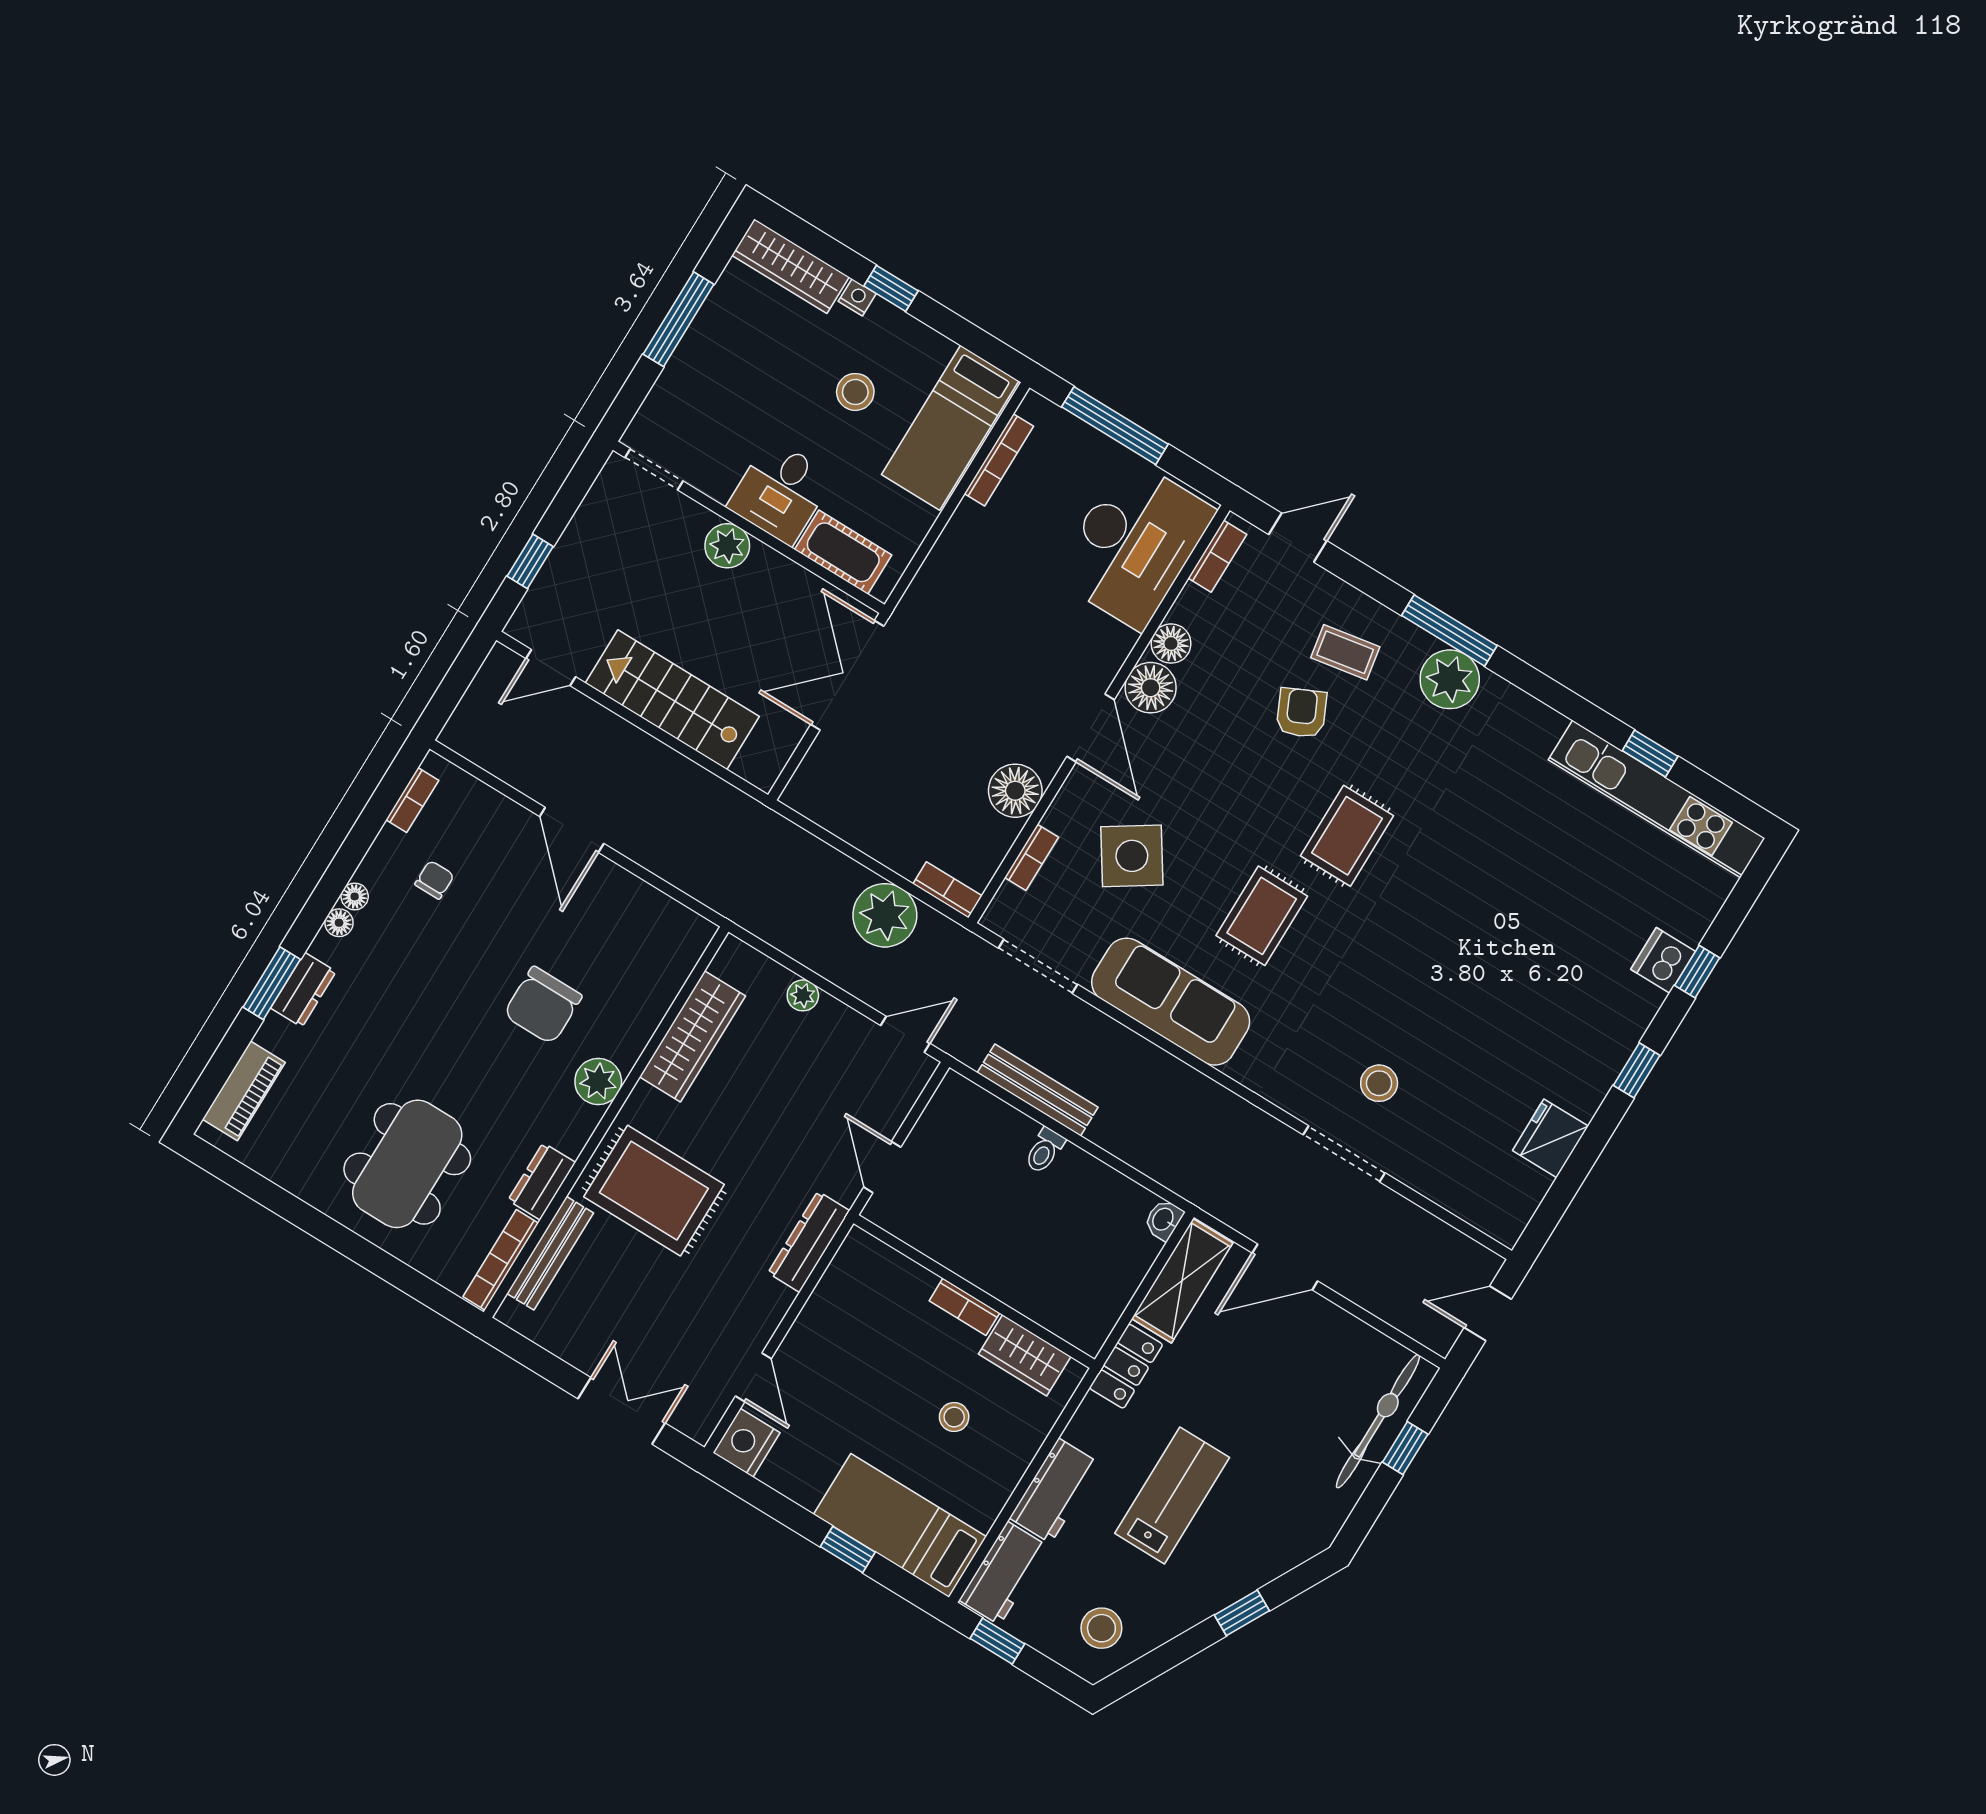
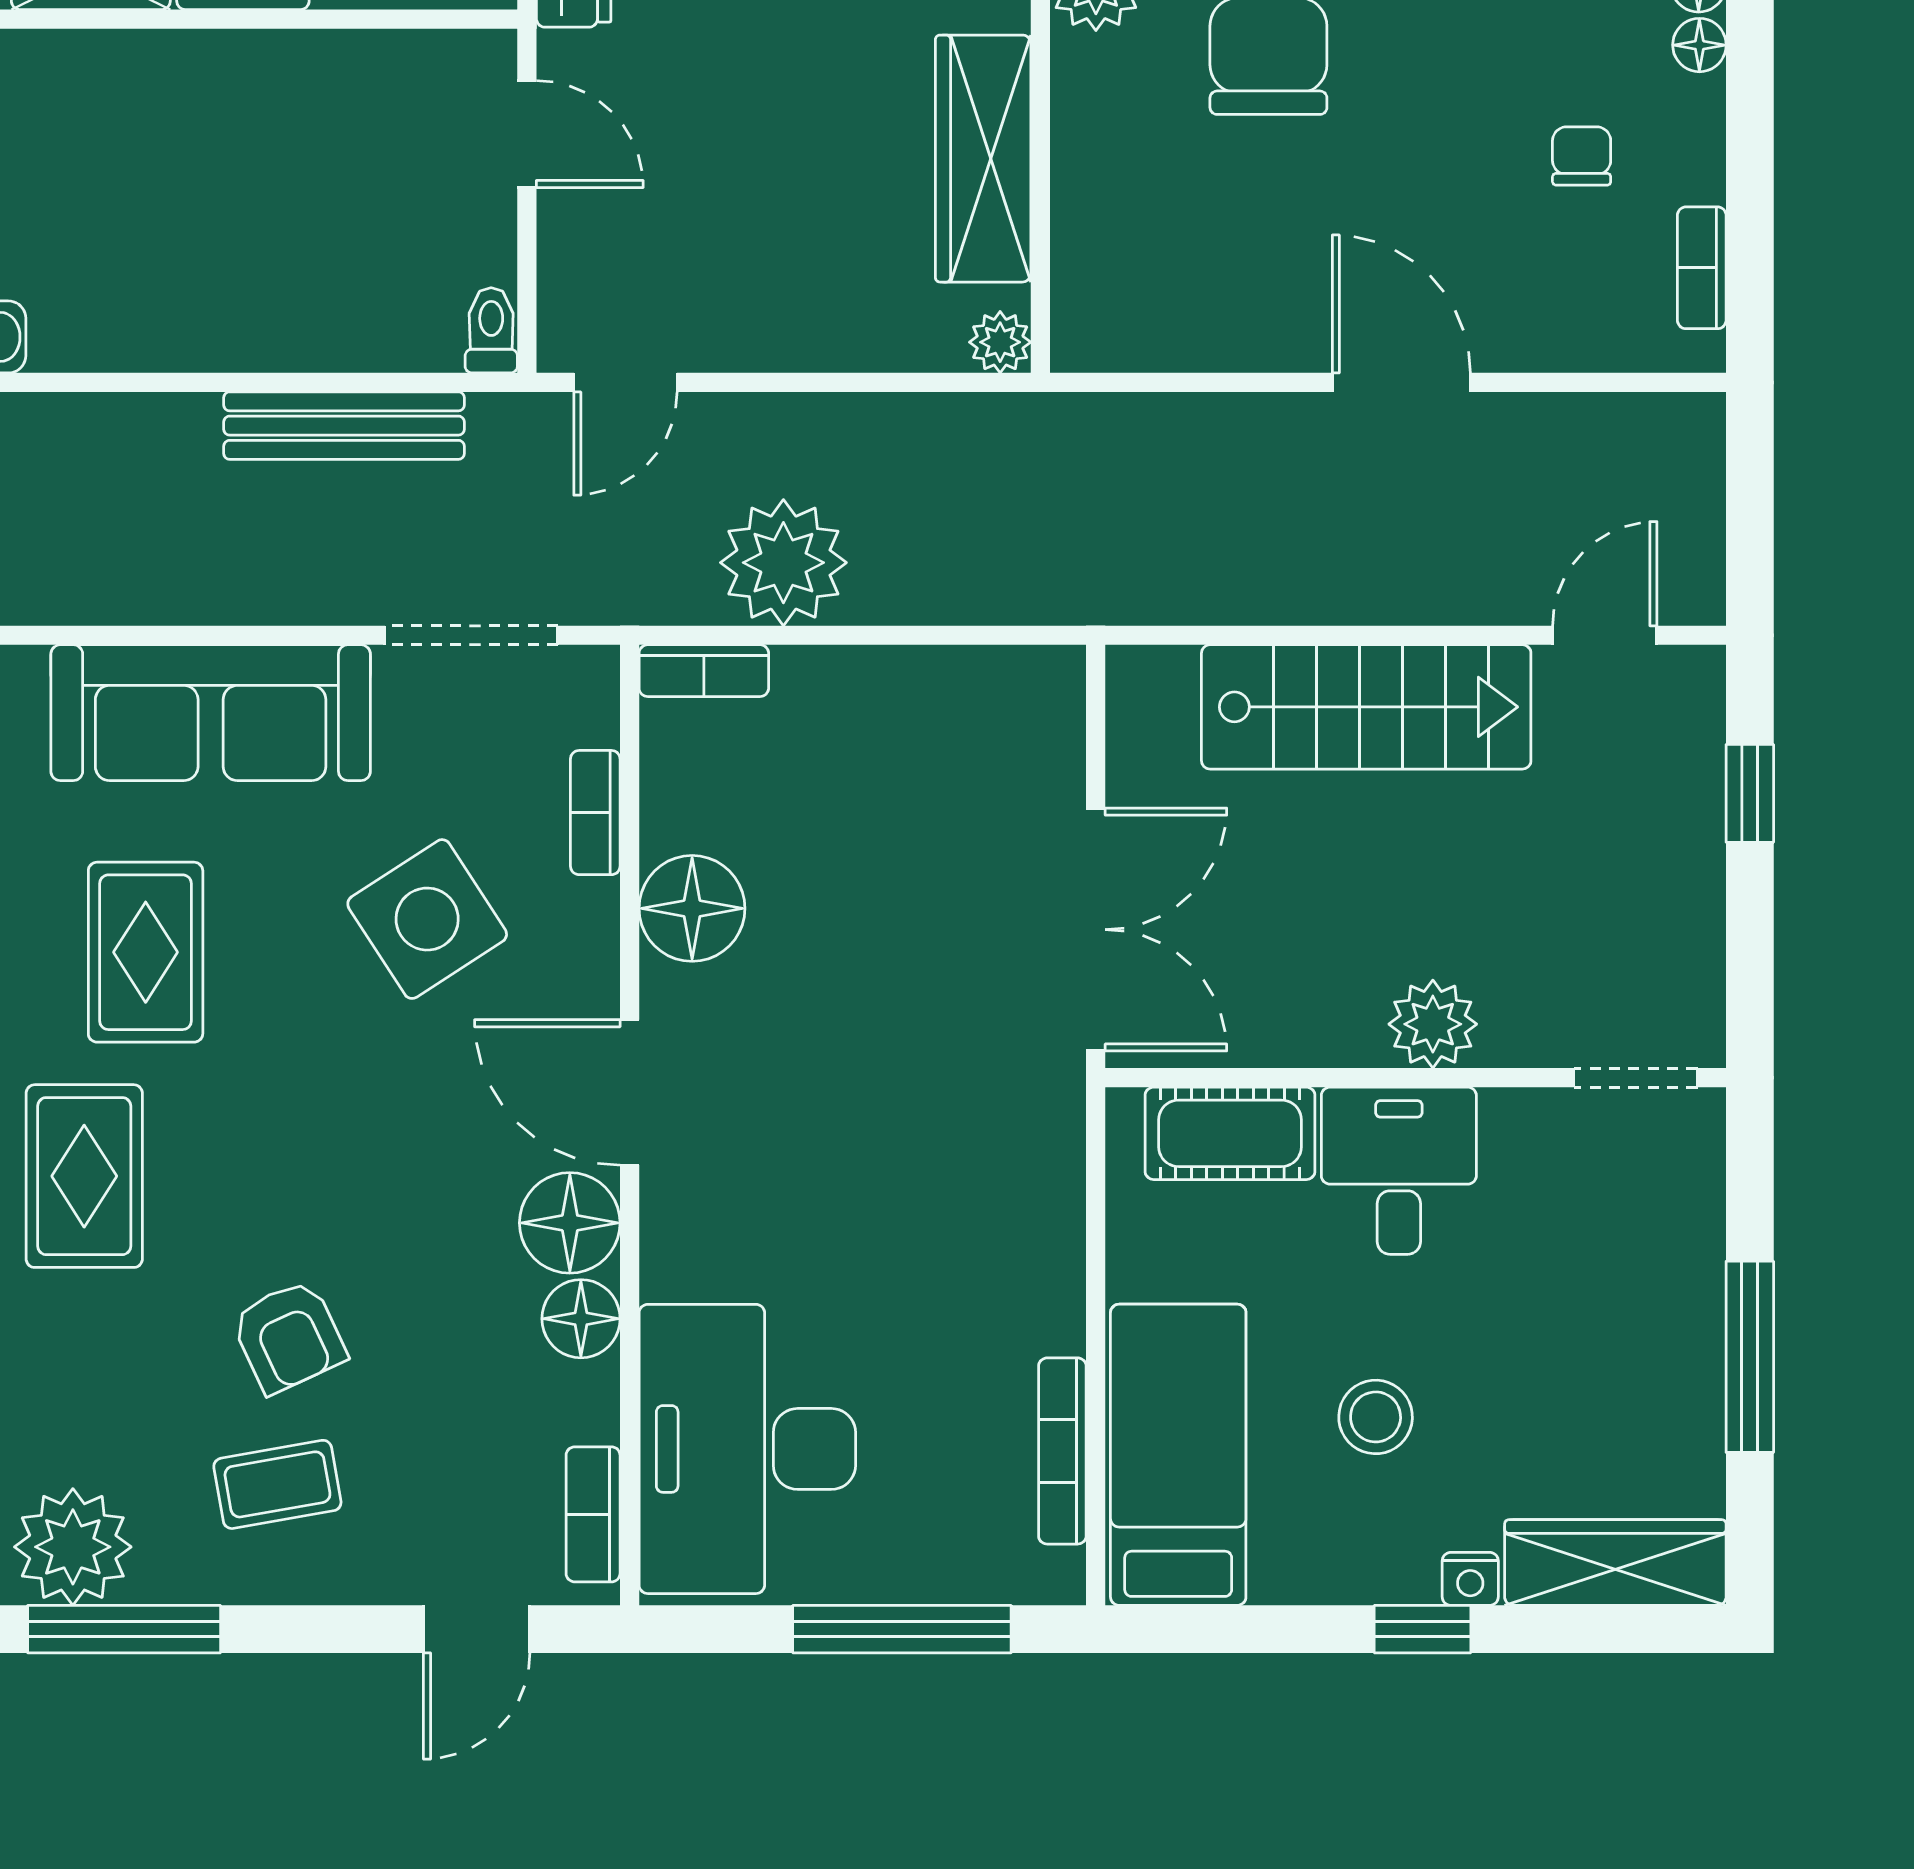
chair: (434, 880) -> (1582, 156), turned 180
plant: (803, 995) -> (1000, 342), moved
toilet: (1045, 1151) -> (491, 330), moved

